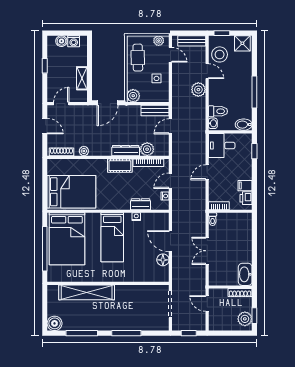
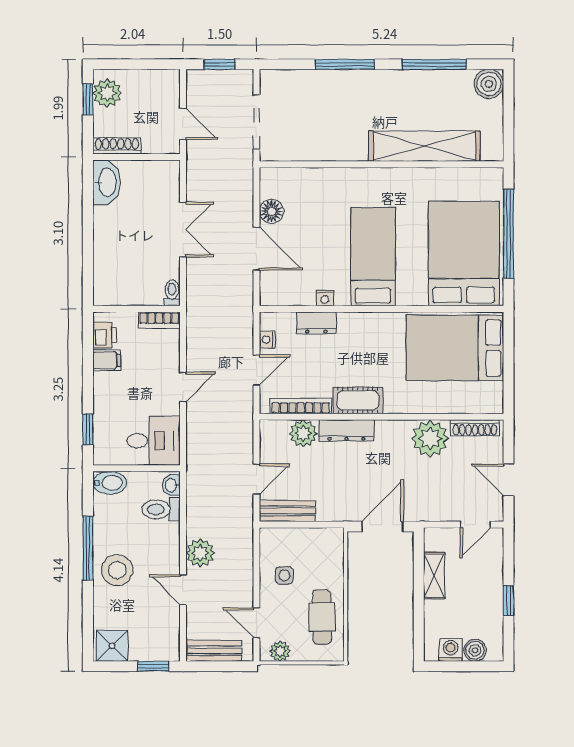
stool: (220, 54) -> (117, 570), moved
plant: (133, 96) -> (331, 541), removed
plant: (84, 151) -> (430, 438), width x1.88, depth x1.88

